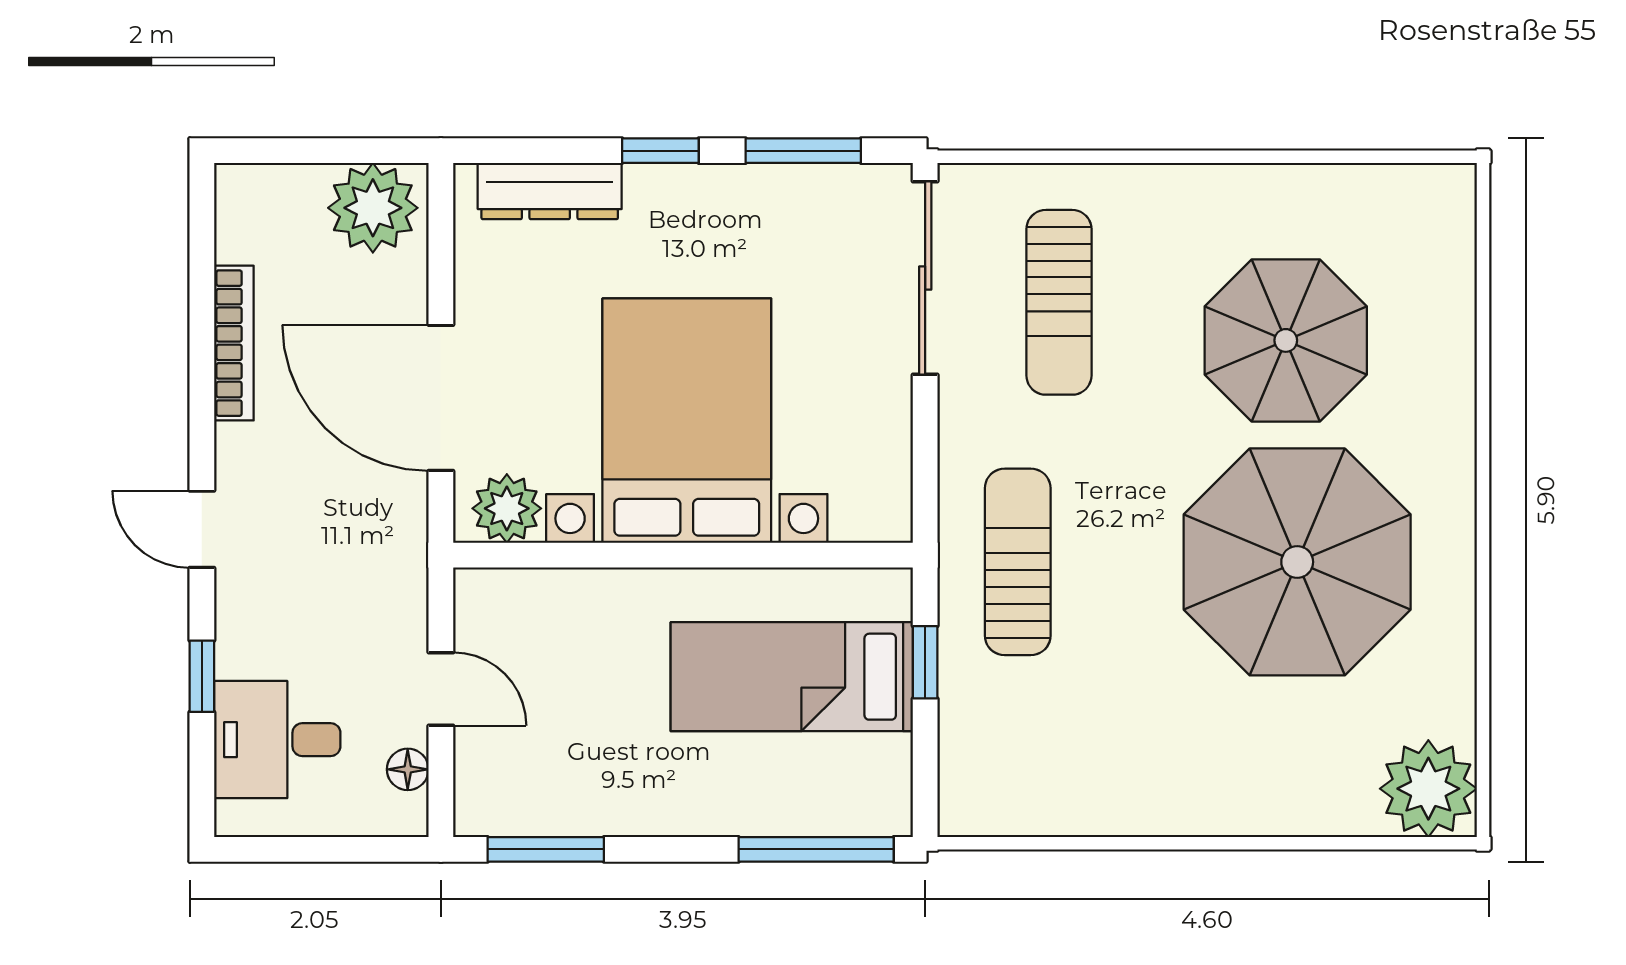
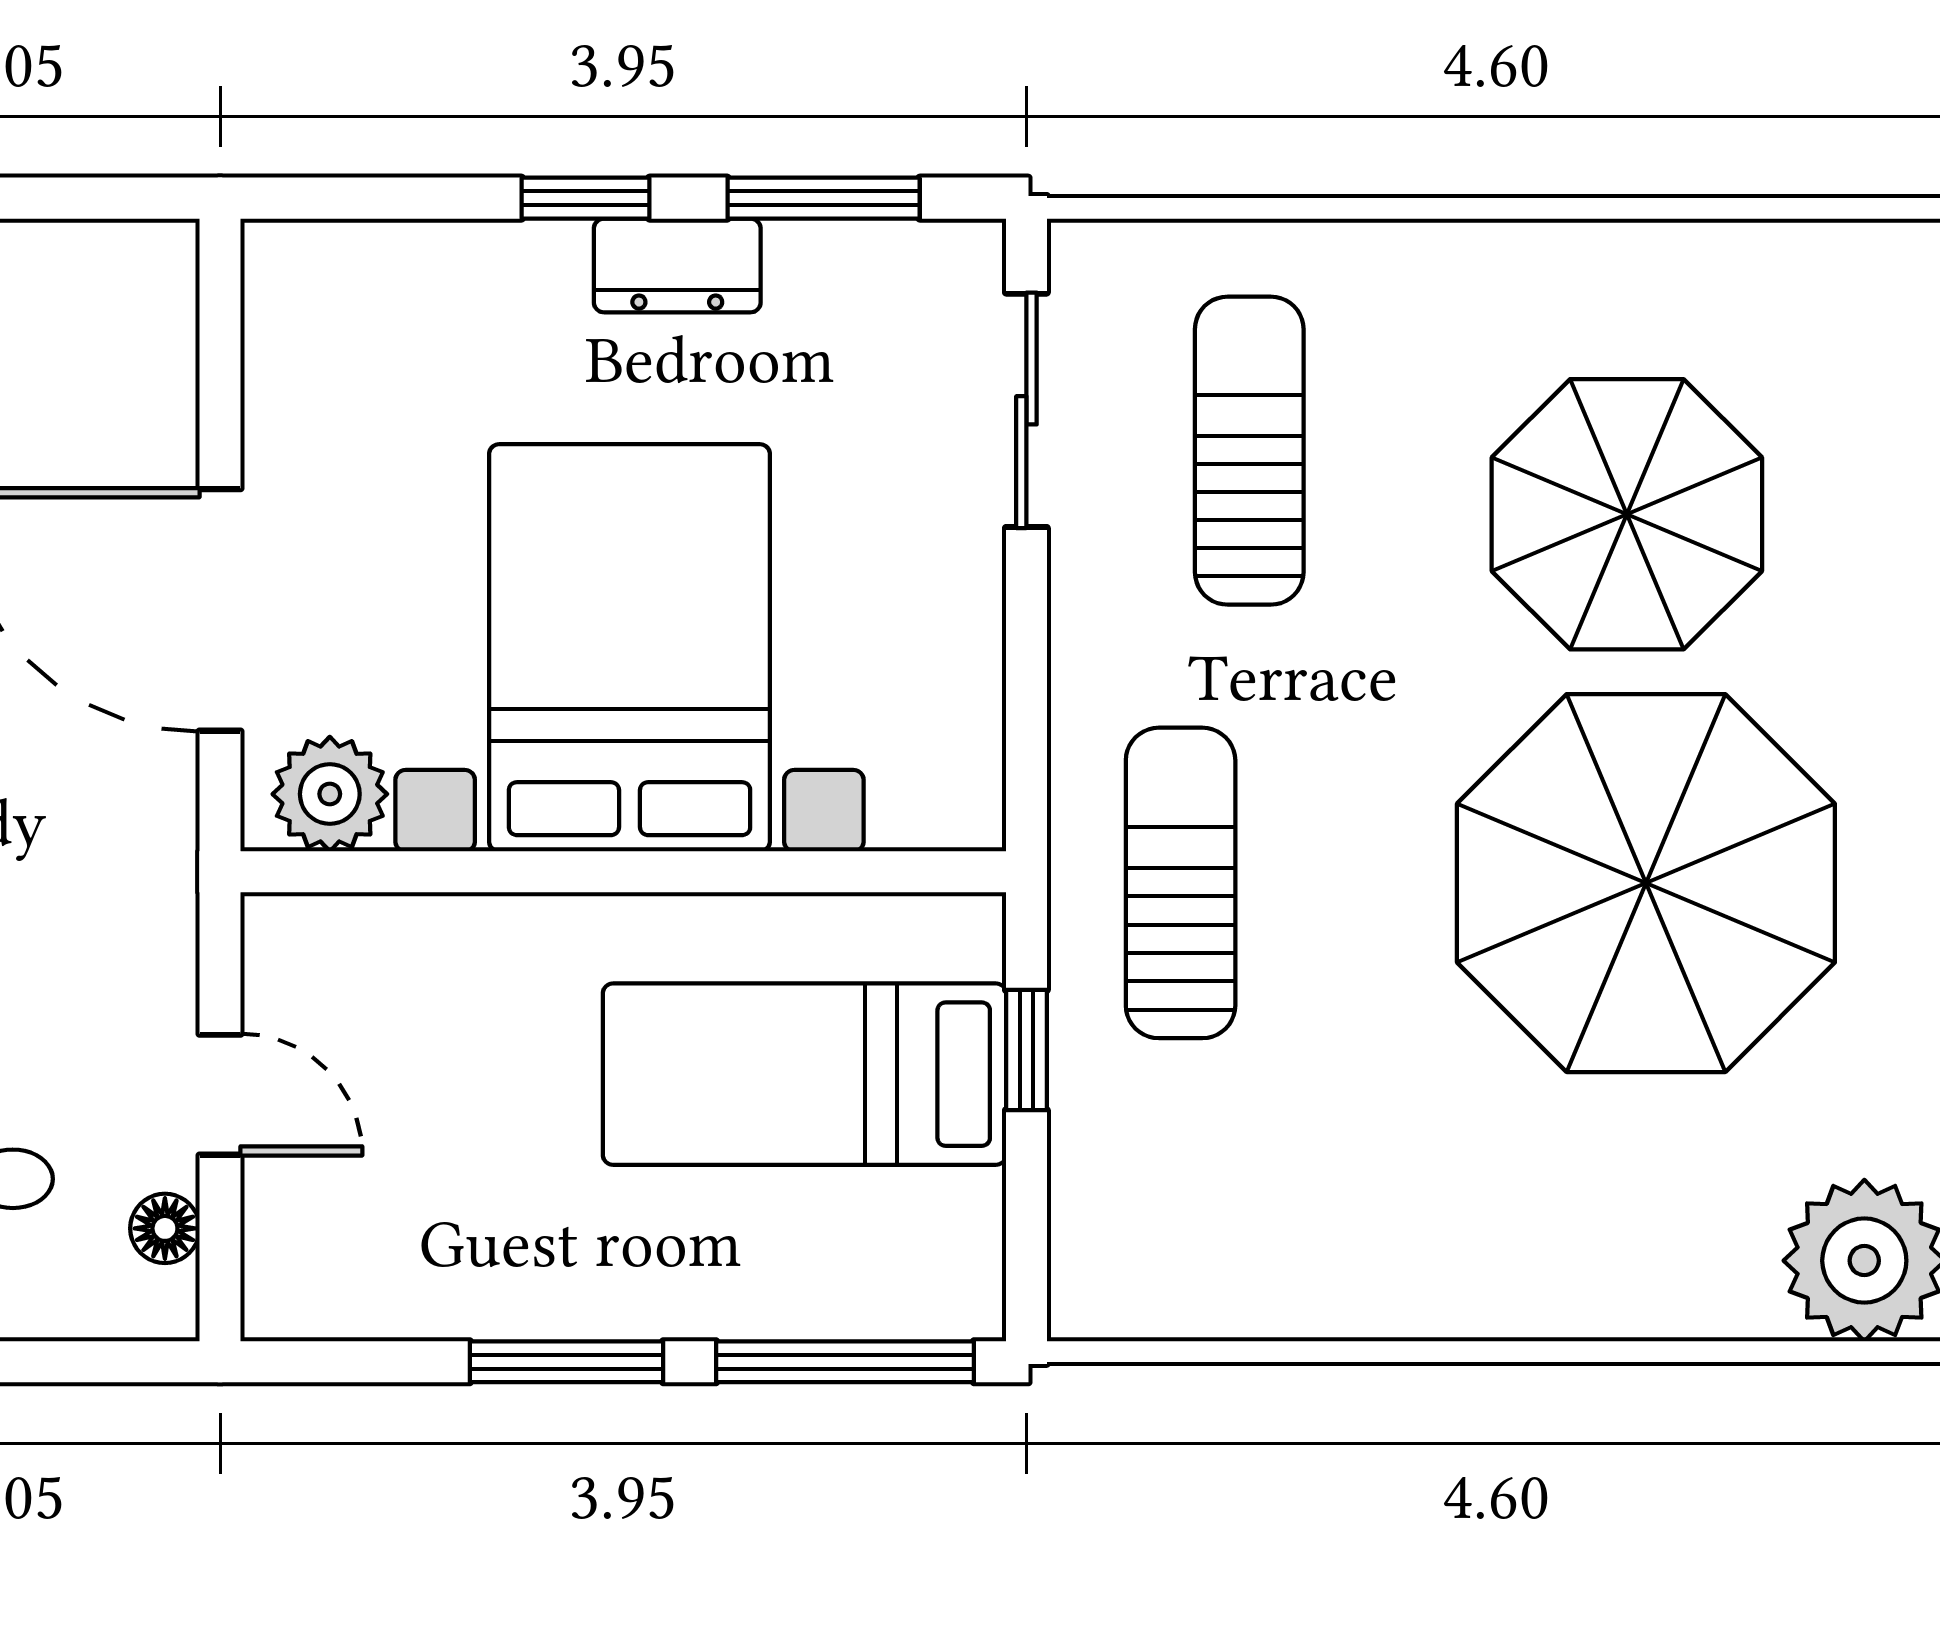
dresser: (550, 191) -> (677, 265), moved, width x0.70
plant: (373, 208) -> (107, 293), removed
sliding door: (925, 278) -> (1026, 410), width x0.73
sun lounger: (1059, 302) -> (1249, 451), turned 180
window: (546, 849) -> (566, 1362), moved

